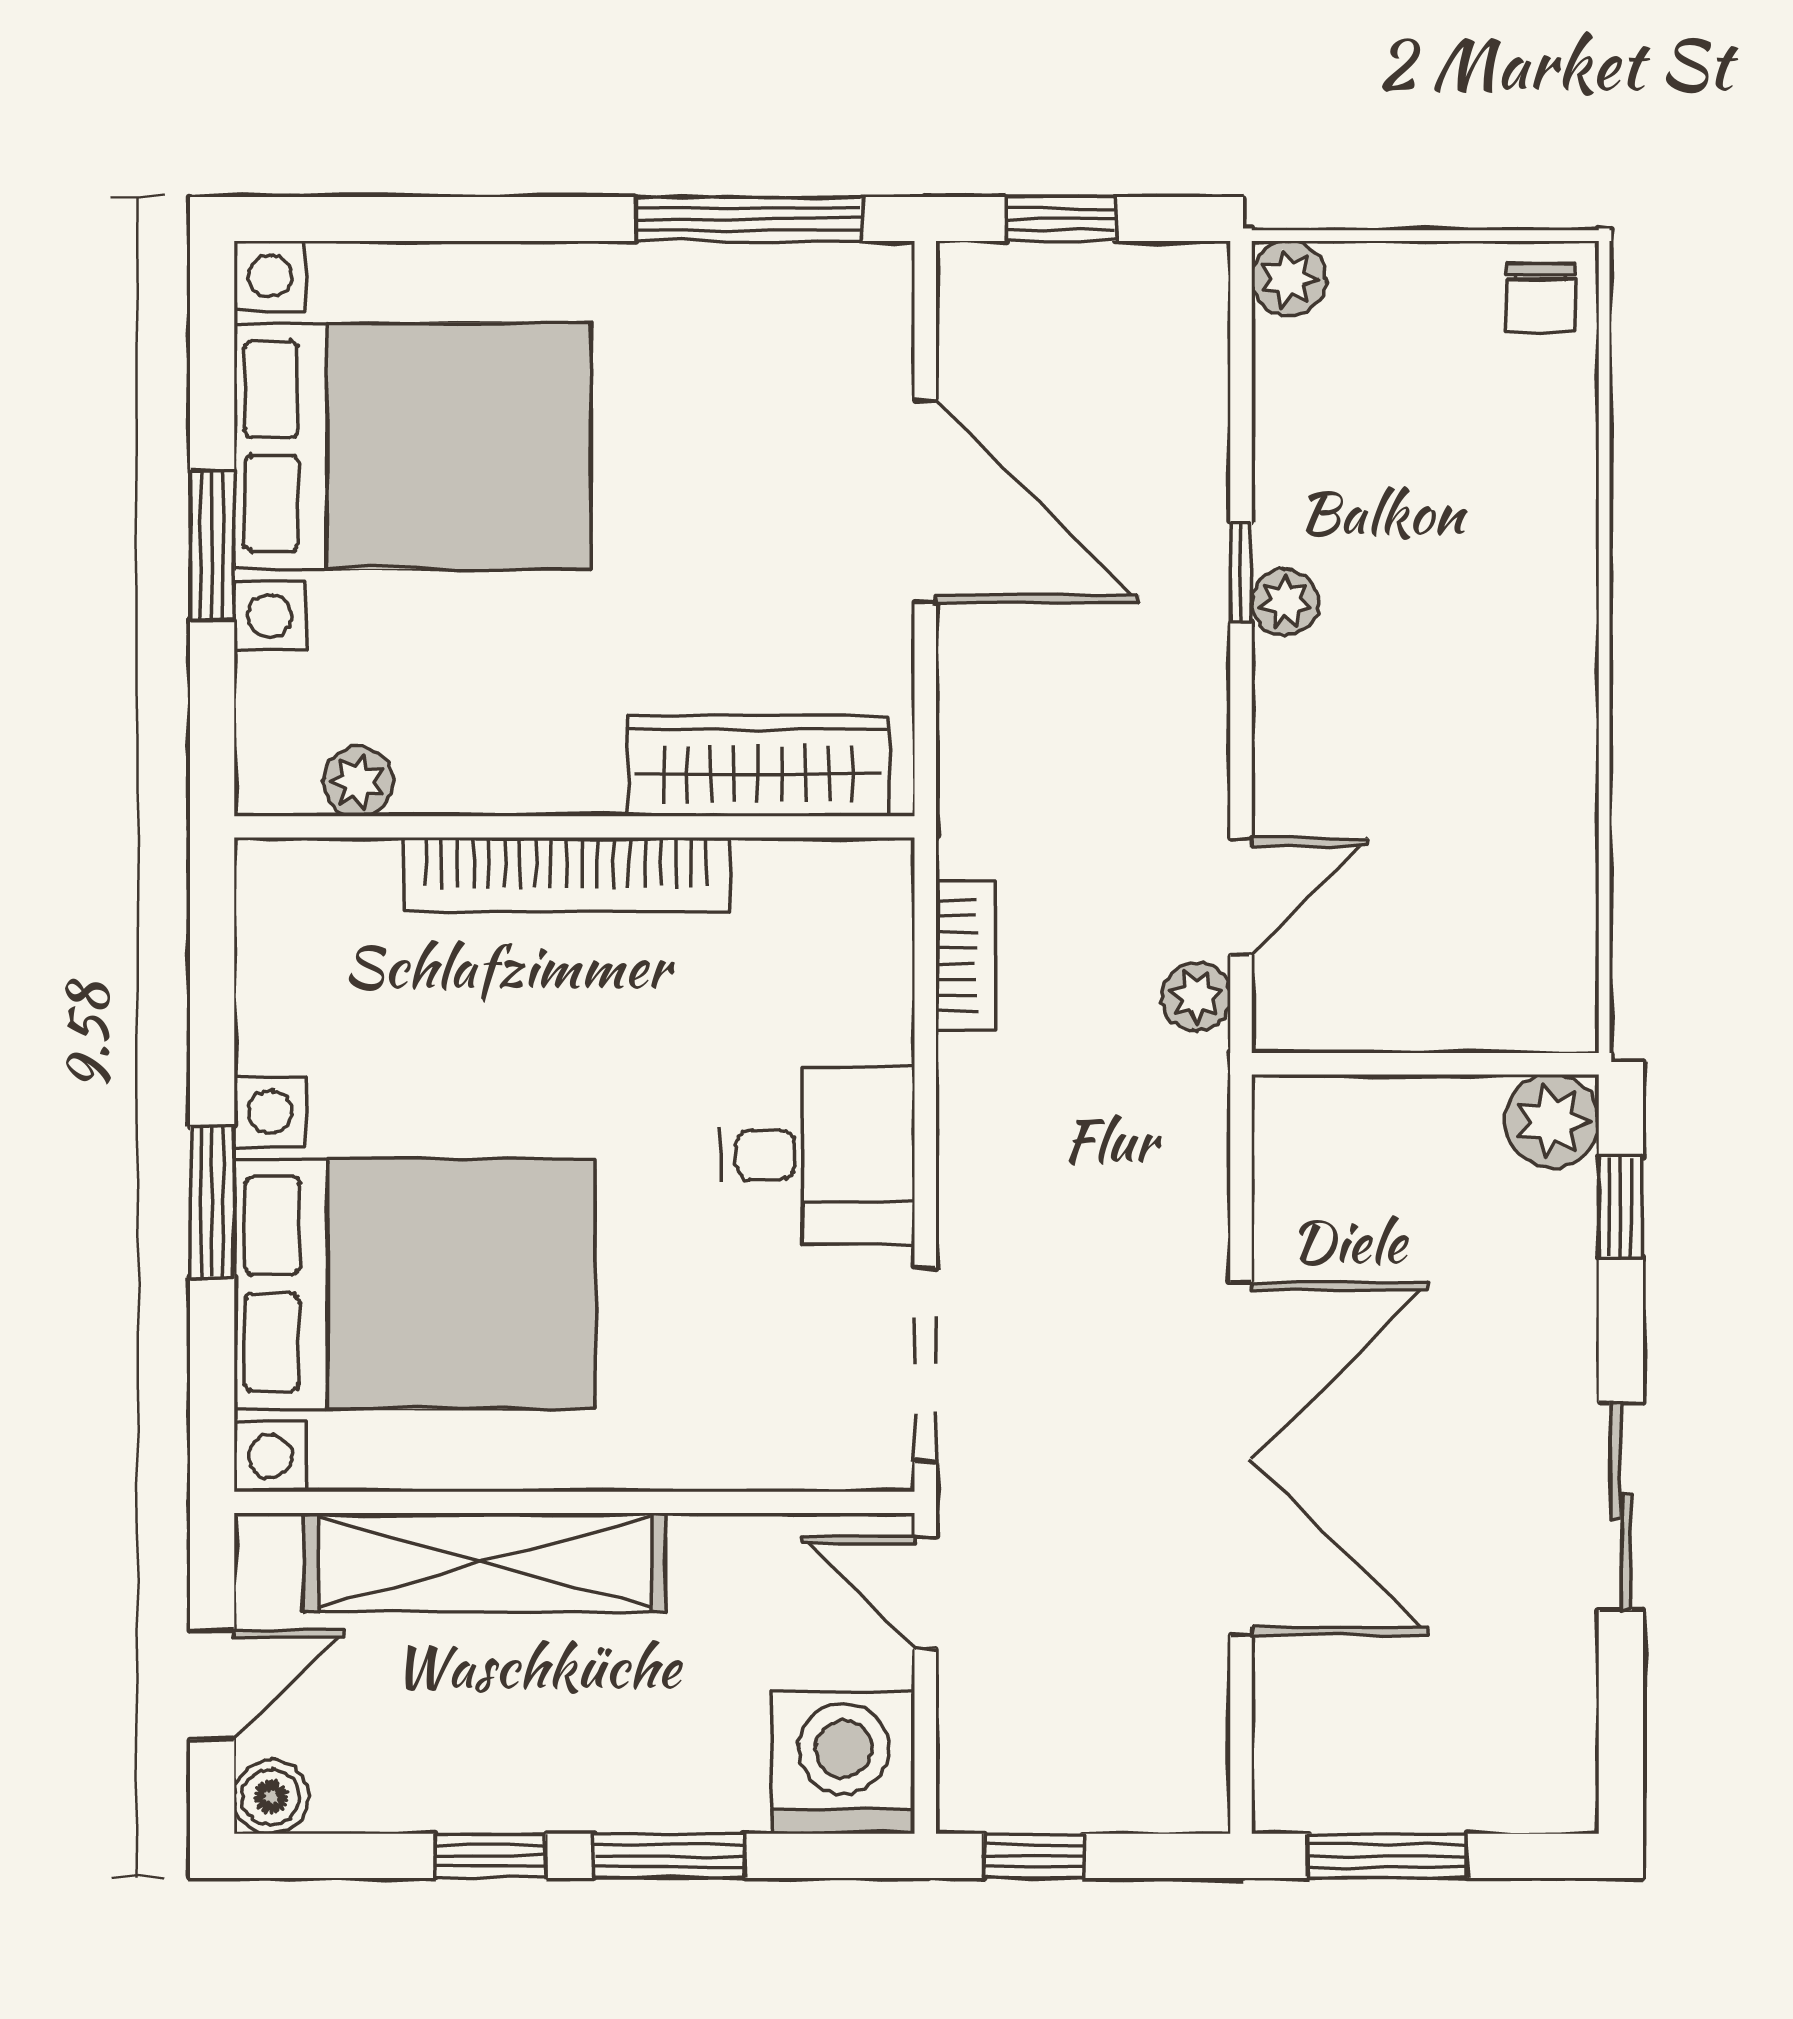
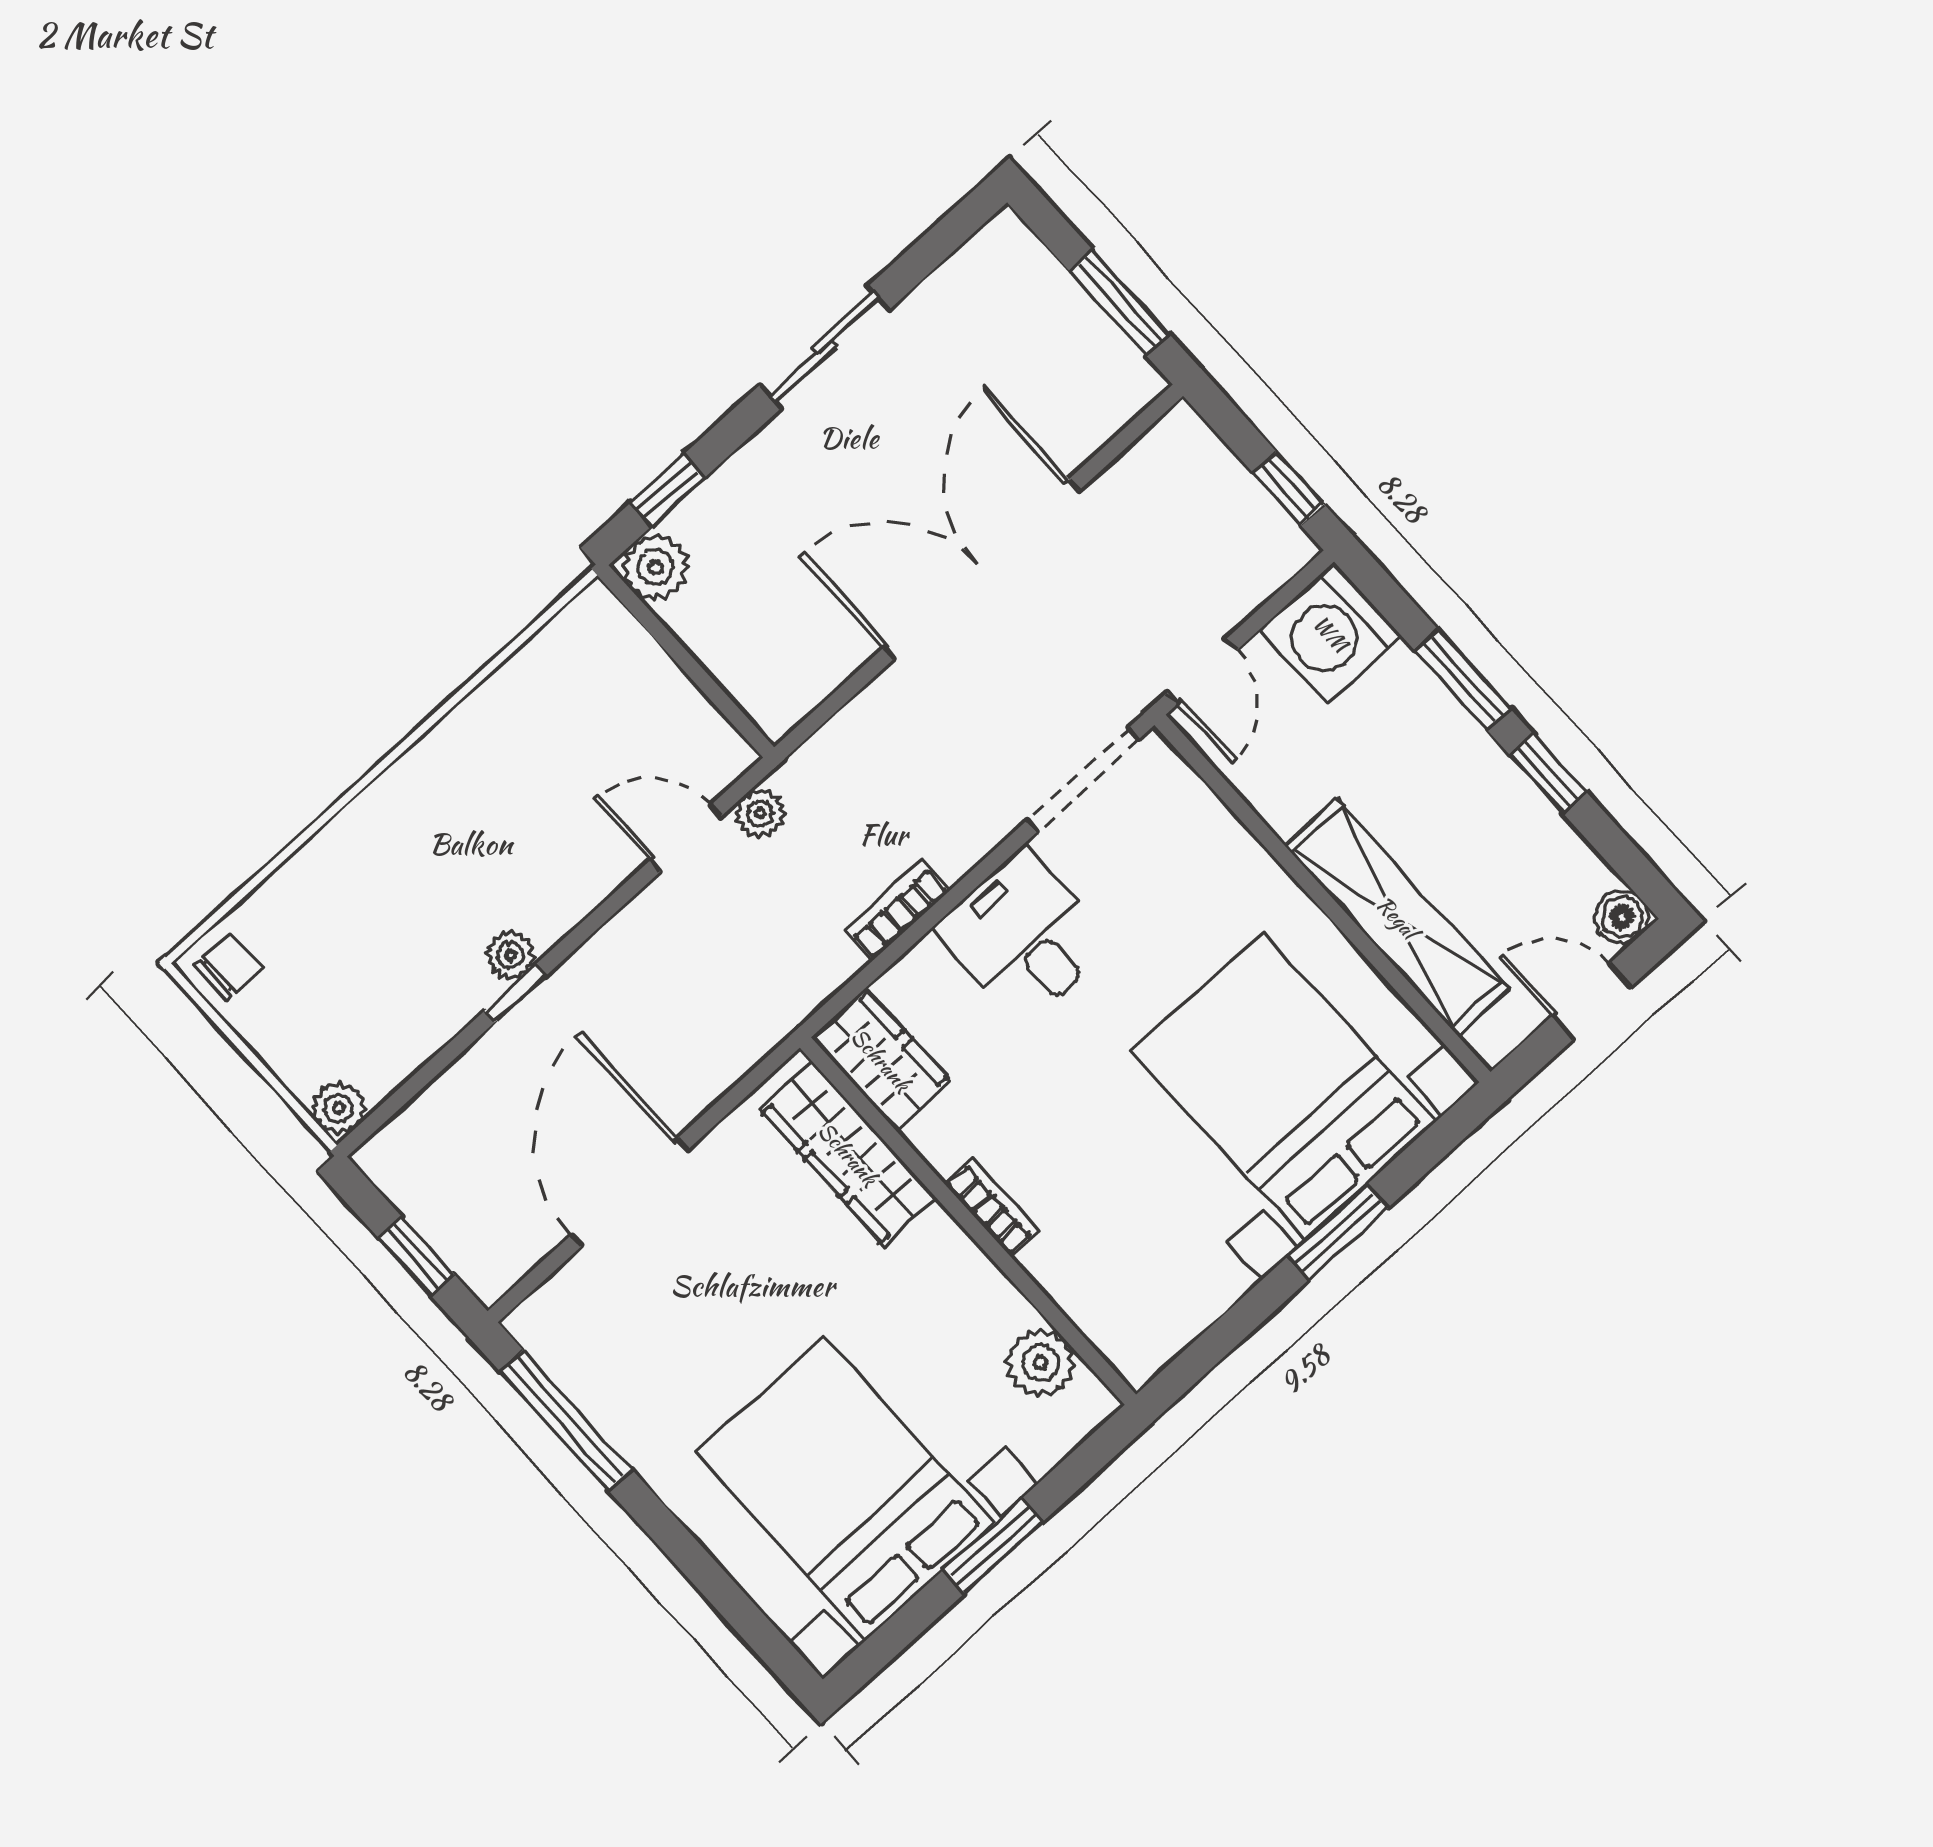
plant: (358, 781) -> (1040, 1363), width x1.38, depth x1.38
bookcase: (566, 874) -> (992, 1207), width x0.43, depth x0.76
wardrobe: (826, 889) -> (881, 1060), added
bookcase: (966, 956) -> (897, 910), moved

